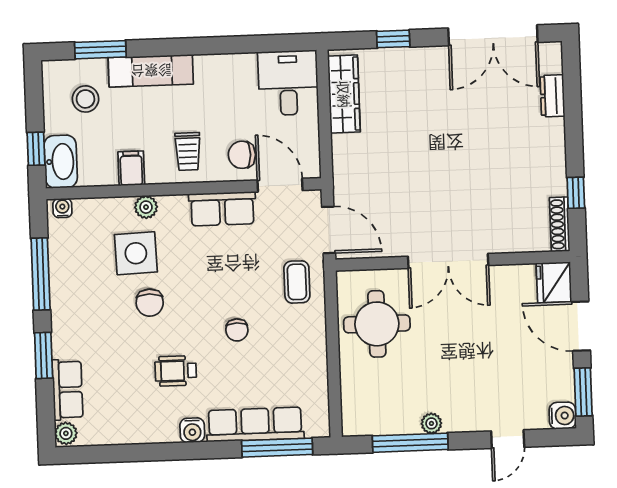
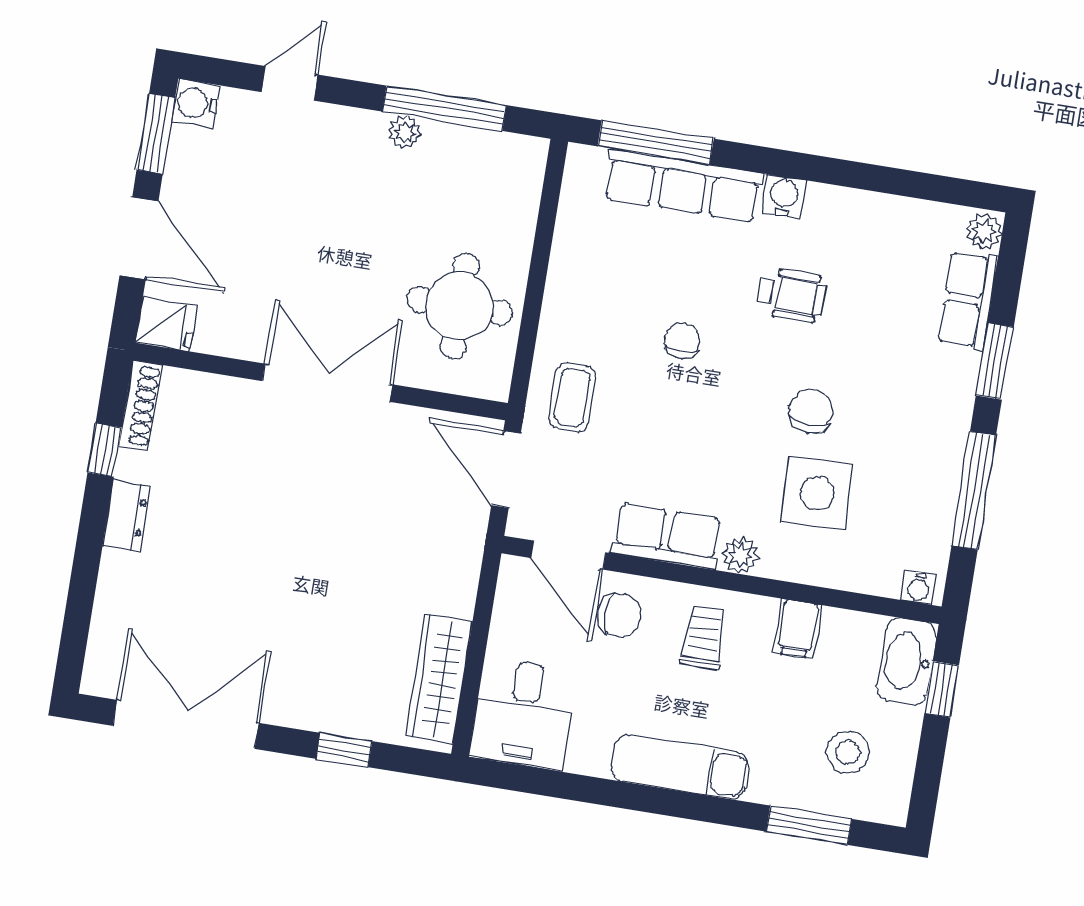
exam couch: (151, 71) -> (680, 767), moved
dresser: (552, 96) -> (126, 516), moved
plant: (146, 207) -> (741, 555), moved
fridge: (554, 282) -> (166, 324), width x0.72

